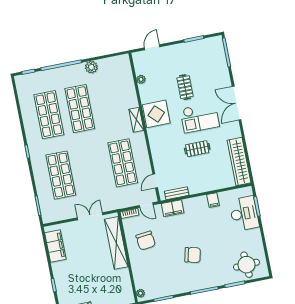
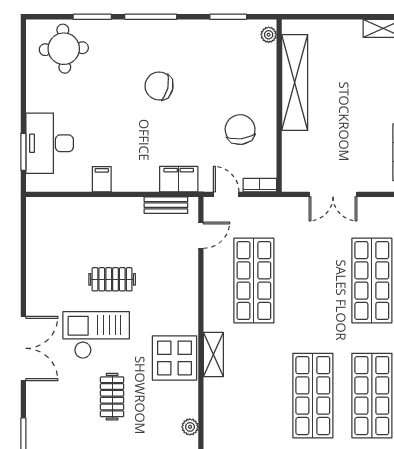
wardrobe: (239, 162) -> (40, 241), removed
shelving: (116, 243) -> (295, 83), moved

